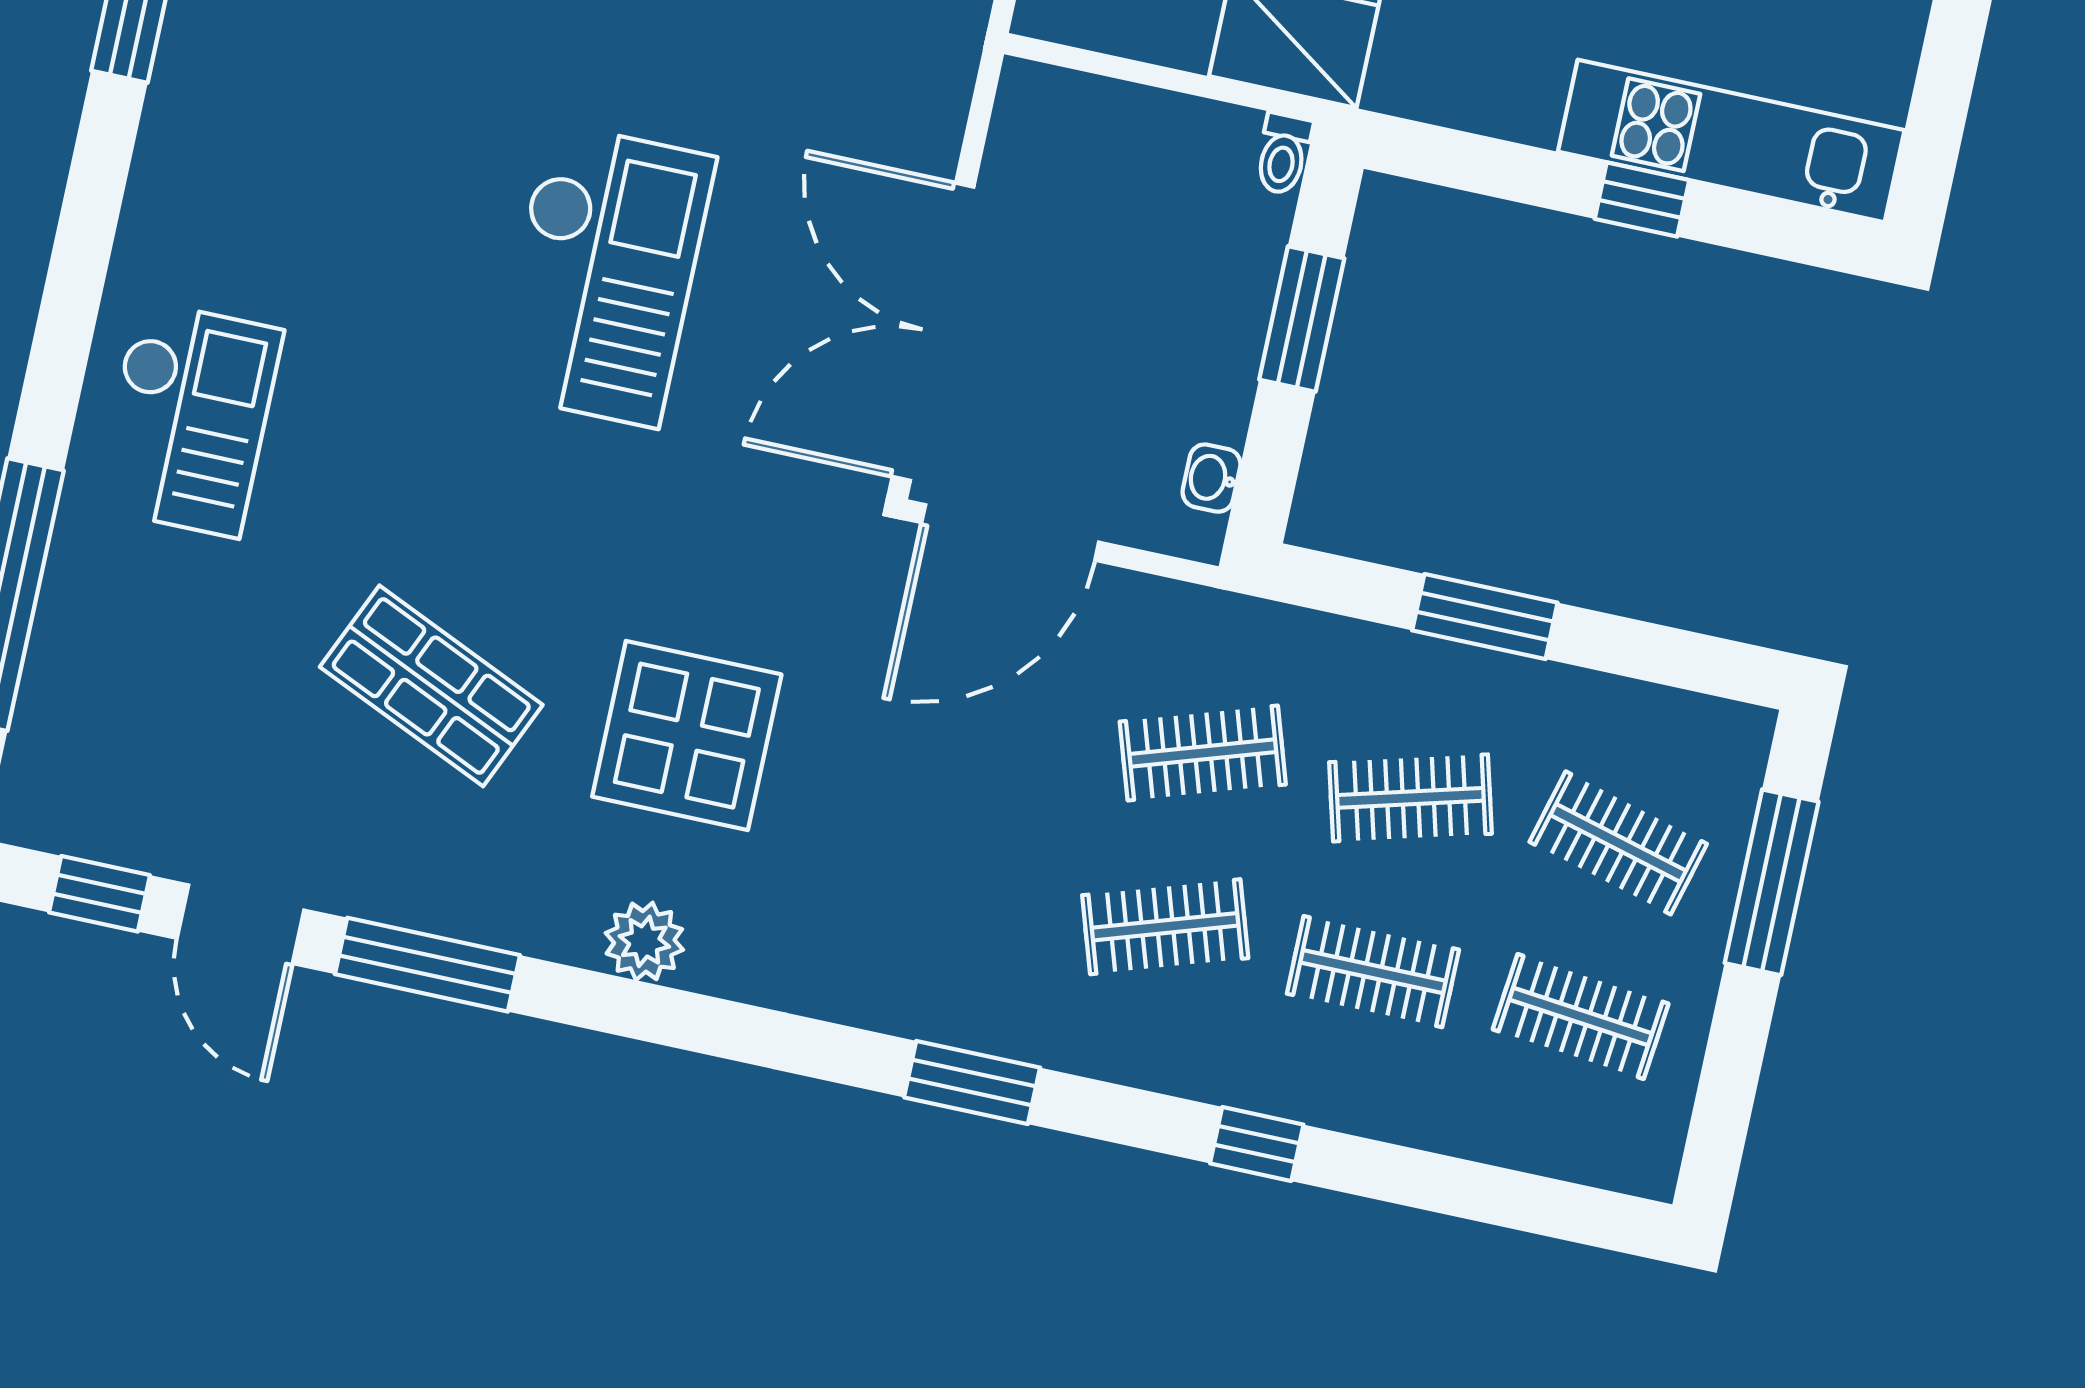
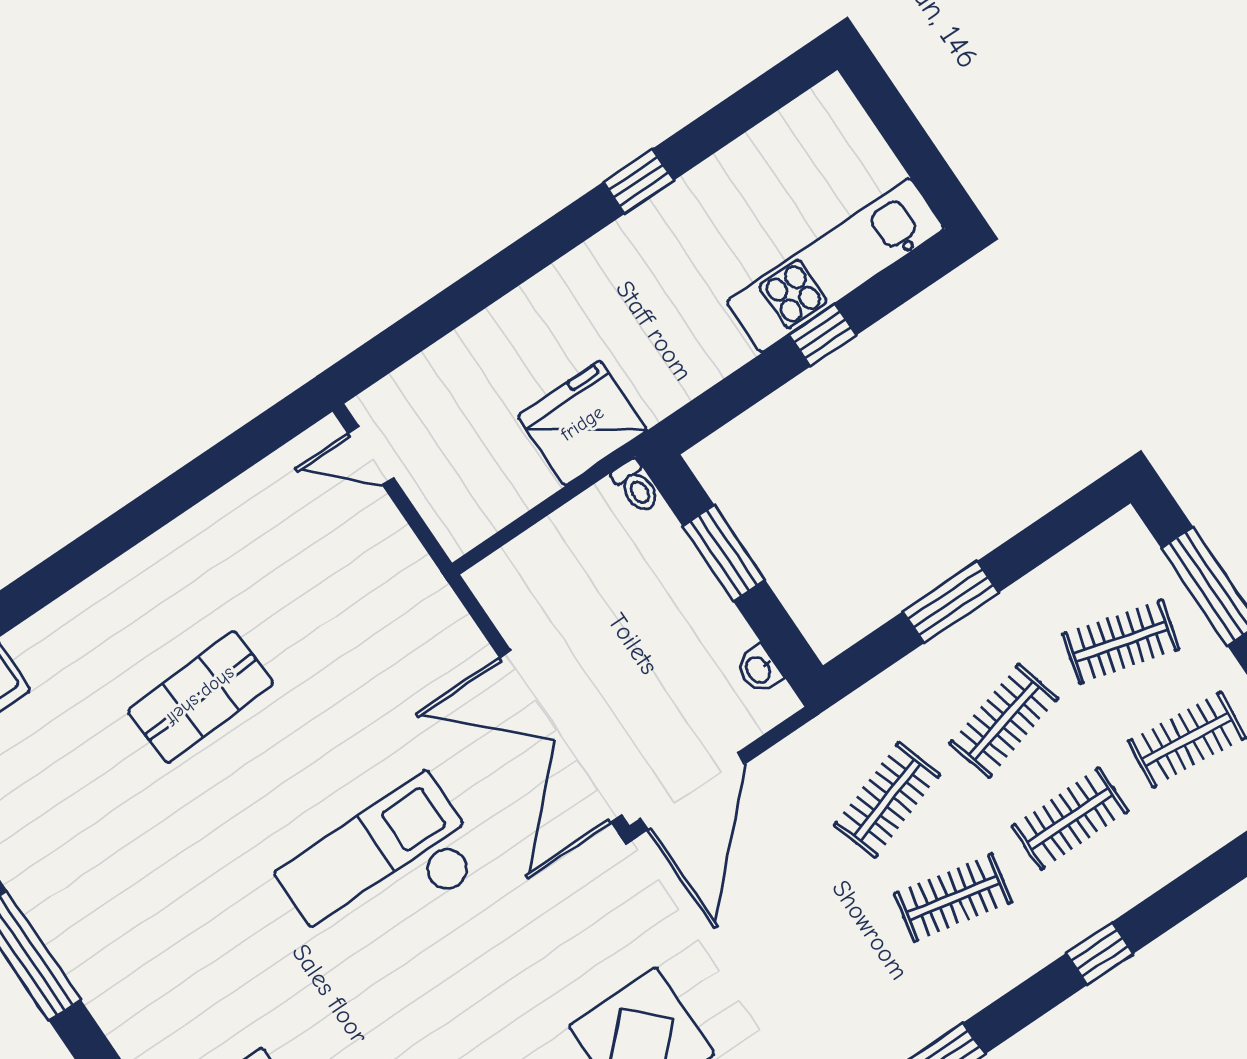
checkout: (603, 275) -> (382, 868), turned -90
clothes rail: (1165, 927) -> (953, 898), turned 30

